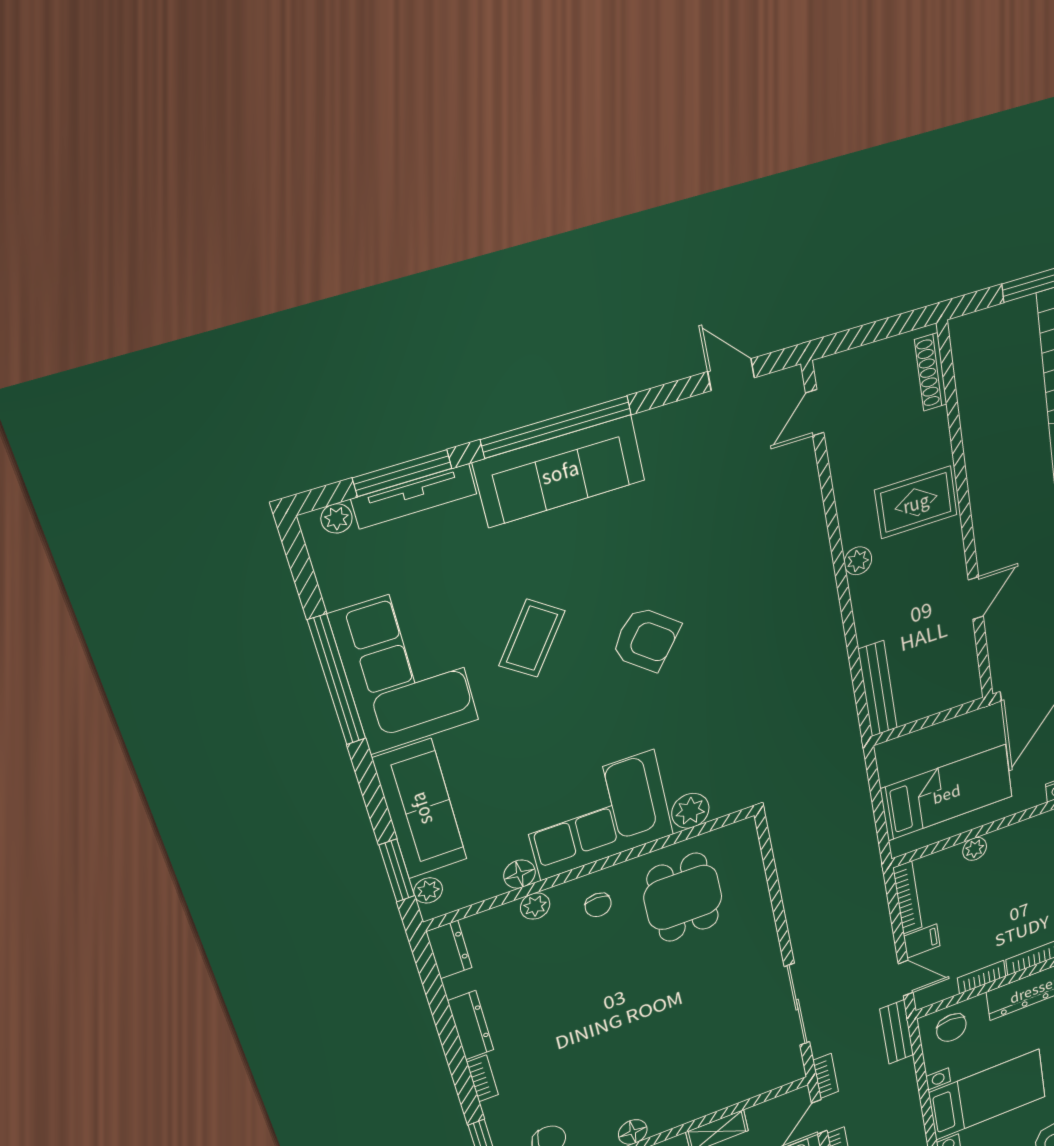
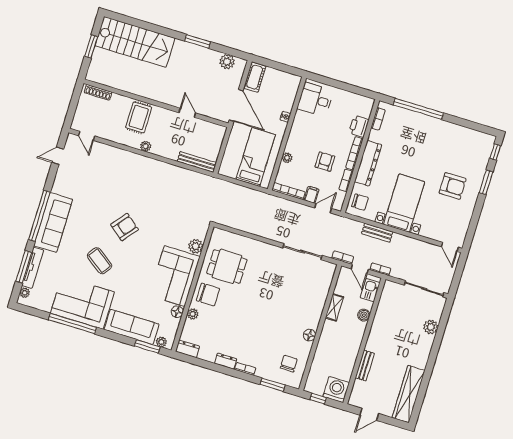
chair: (598, 905) -> (208, 294), width x1.87, depth x1.87
armchair: (1001, 918) -> (325, 162), added
dresser: (471, 1025) -> (226, 361), width x0.70
bench: (897, 1032) -> (377, 233), moved

